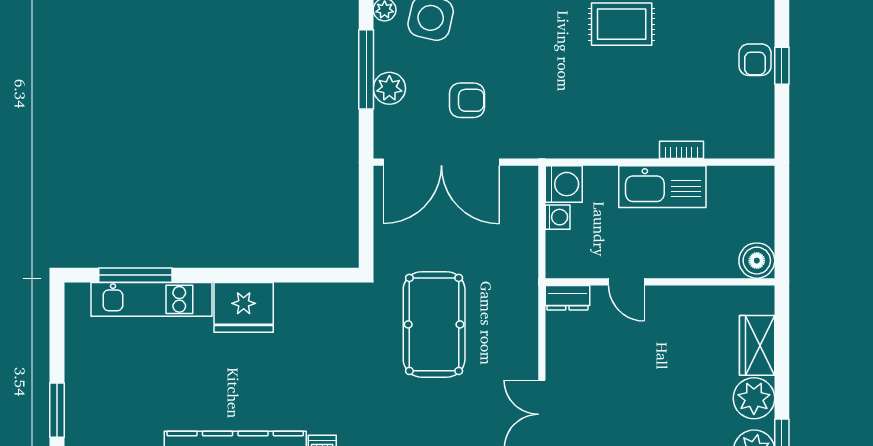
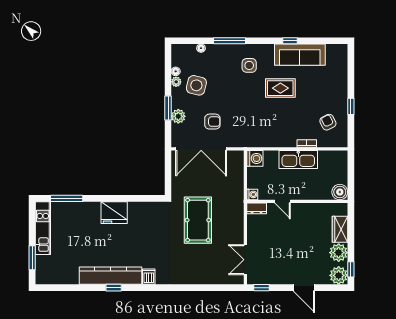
armchair: (755, 60) -> (328, 122), moved, turned 153
window: (366, 69) -> (168, 108), width x0.69
washing machine: (558, 217) -> (252, 194), moved
kitchen unit: (152, 299) -> (43, 228), moved, turned -90

